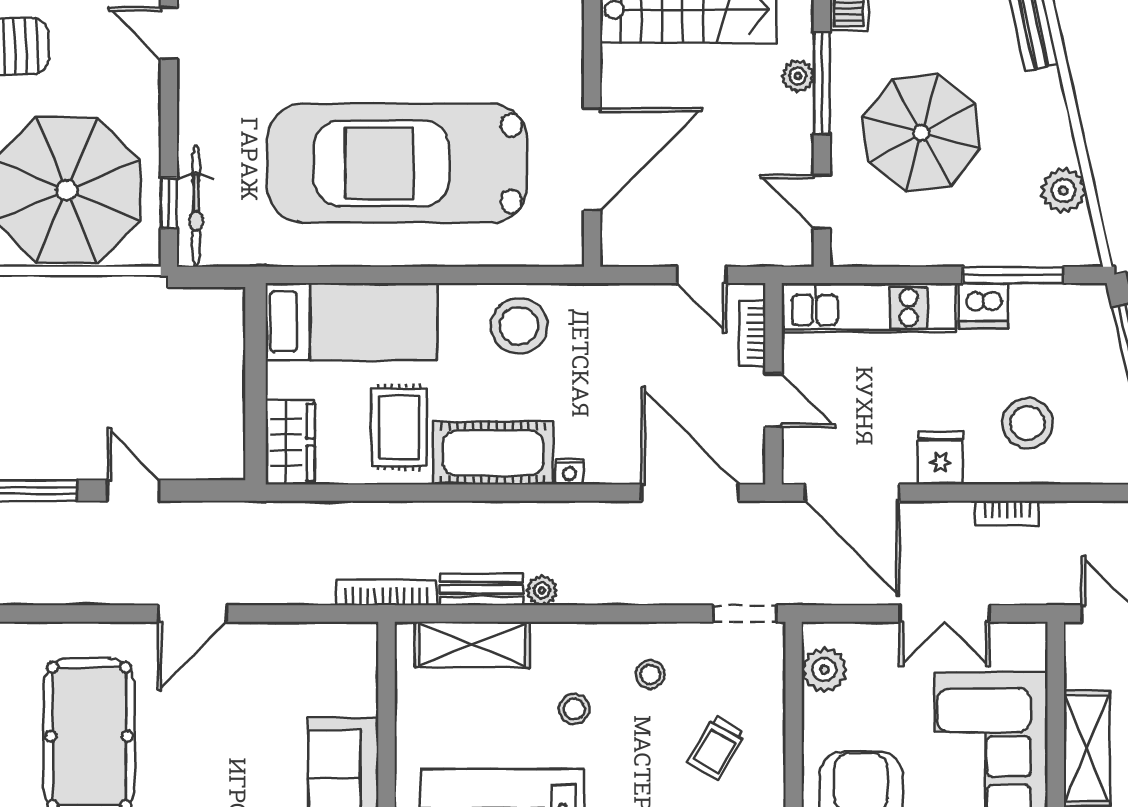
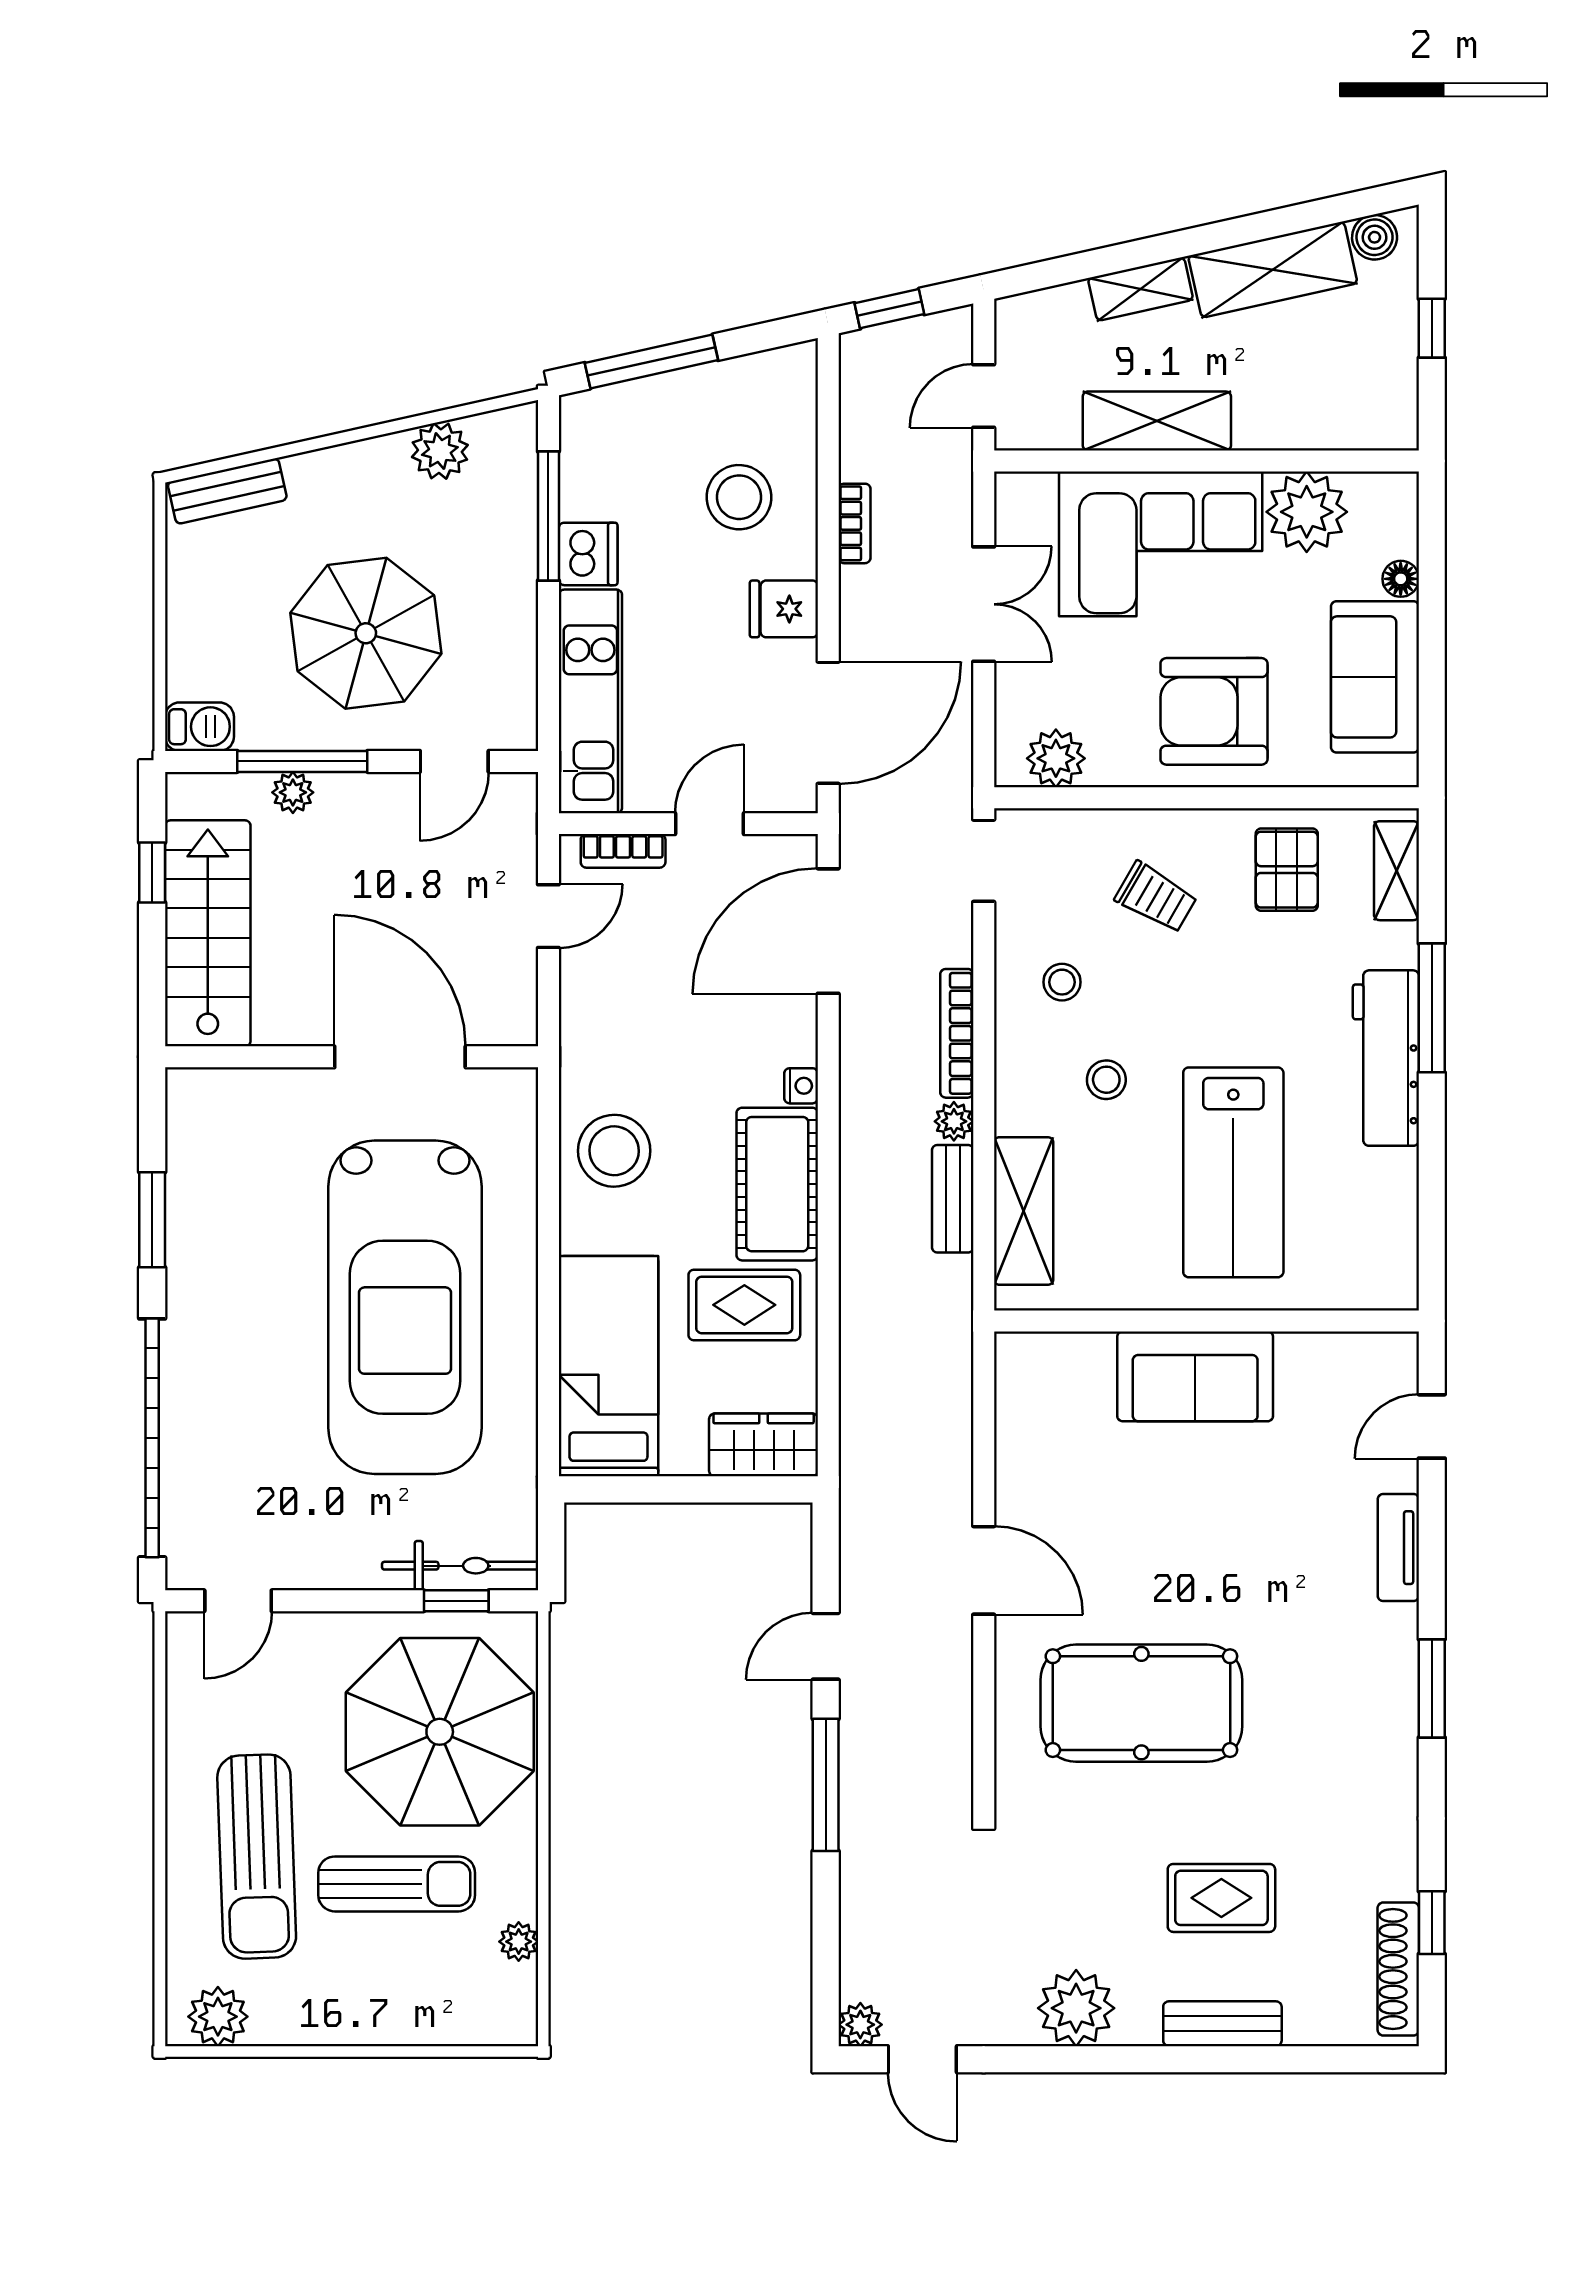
bookcase: (386, 593) -> (957, 1033), moved

